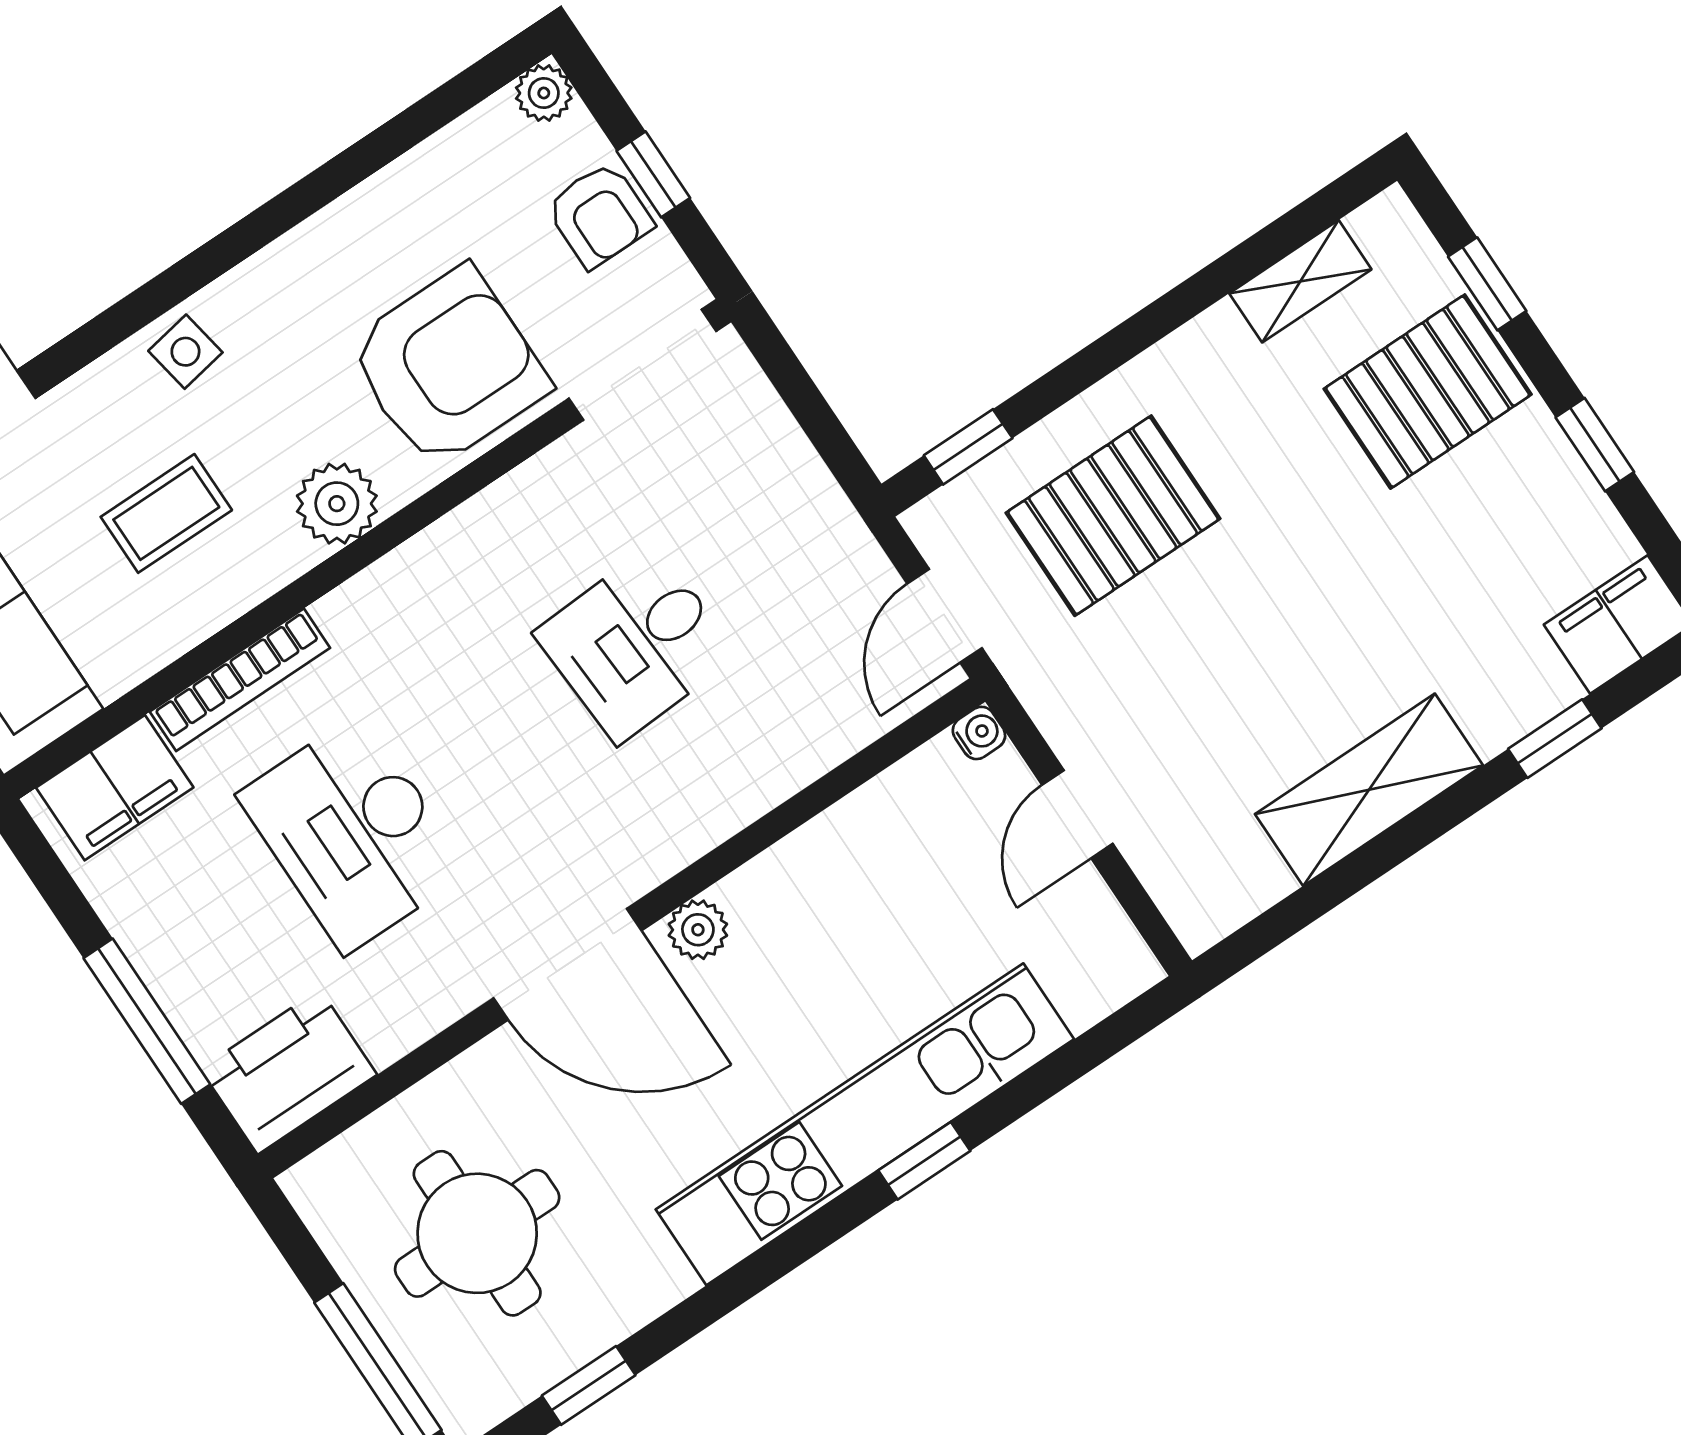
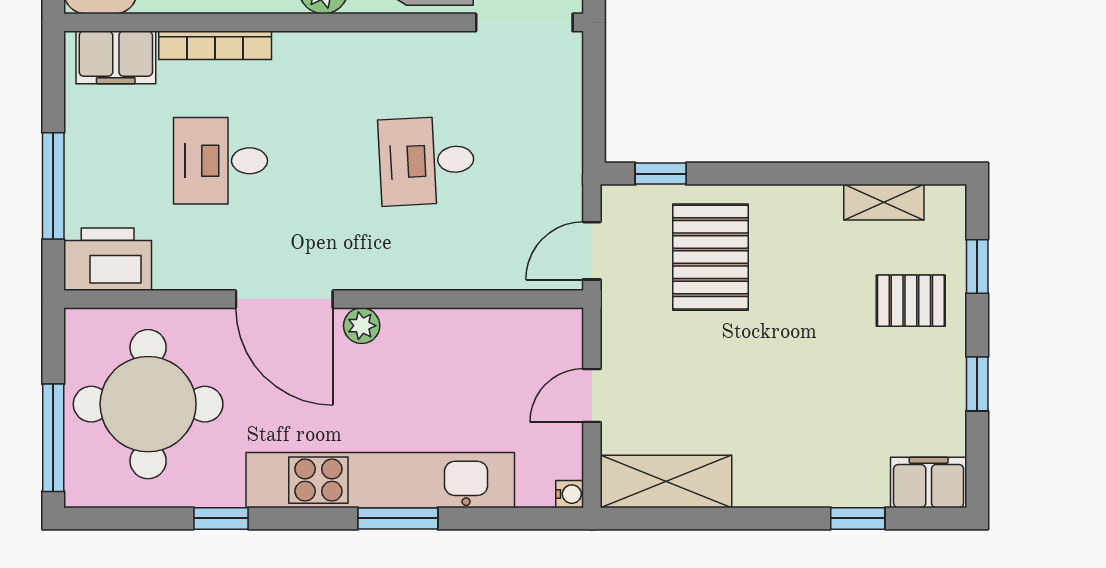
pallet: (1428, 392) -> (911, 301), width x0.67, depth x0.71
pallet: (1113, 516) -> (710, 257), turned 90
water cooler: (979, 733) -> (570, 494), moved
shelving: (1369, 790) -> (666, 481), moved
desk: (353, 833) -> (220, 161), width x0.73
window: (924, 1161) -> (398, 518), width x1.50
round table: (477, 1233) -> (148, 404), width x1.36, depth x1.36
window: (589, 1385) -> (221, 518), moved

